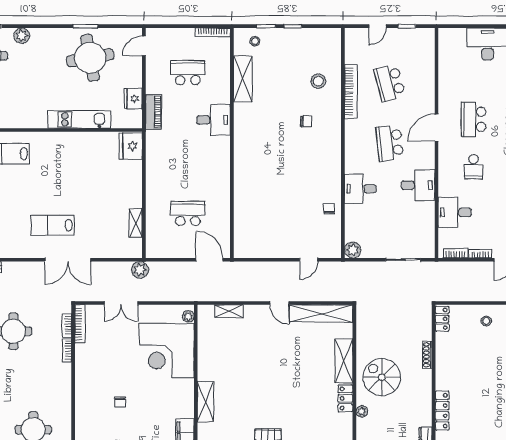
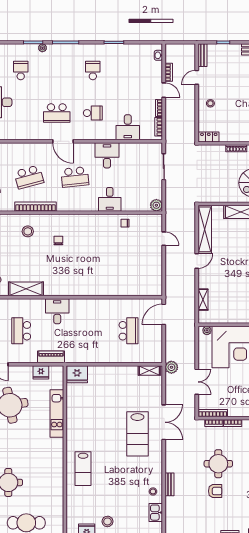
school desk: (188, 213) -> (128, 331), turned 180
shelving: (136, 223) -> (149, 370), moved
lab bench: (53, 225) -> (137, 434), width x1.36, depth x1.39

